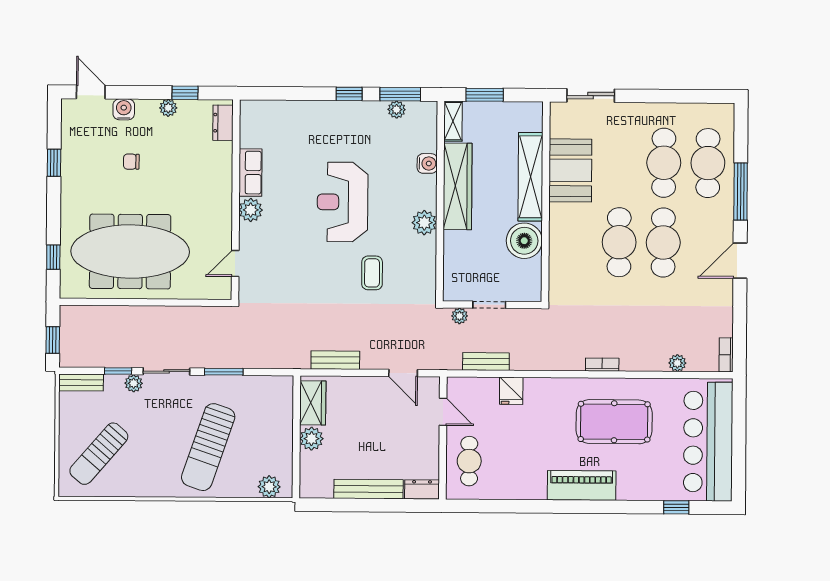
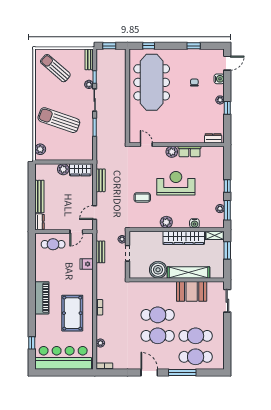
dresser: (223, 123) -> (213, 138), moved
row of seats: (250, 173) -> (190, 152), moved
wall: (236, 200) -> (177, 145), moved
plant: (251, 210) -> (172, 152), moved
door: (235, 263) -> (146, 145), moved

